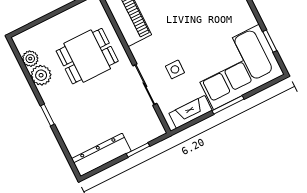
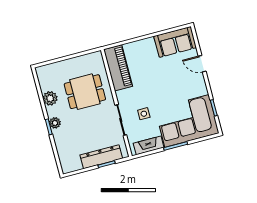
plant: (30, 59) -> (55, 123), moved
dresser: (101, 155) -> (101, 157), moved

